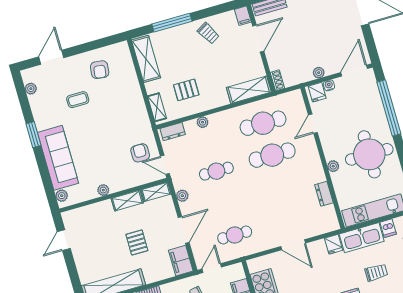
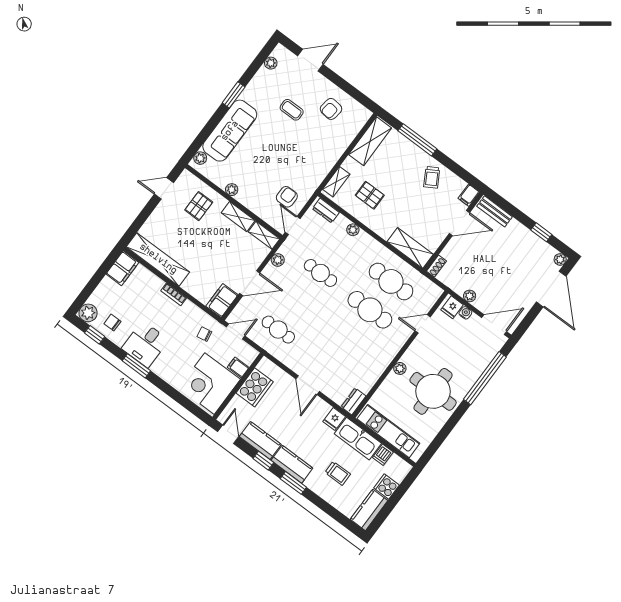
dresser: (324, 194) -> (354, 401), moved
pallet: (137, 243) -> (199, 206), moved

